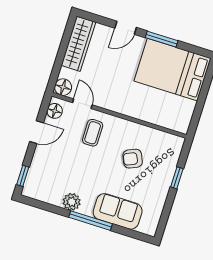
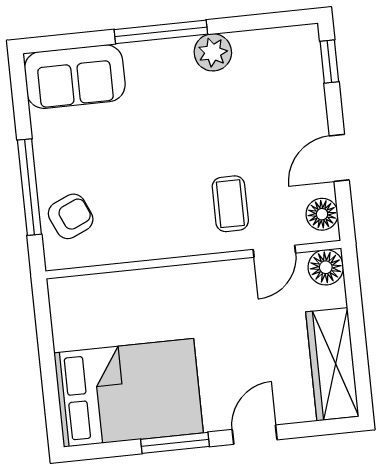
door: (82, 104) -> (274, 251), hinge flipped
armchair: (133, 159) -> (71, 216), moved
window: (177, 178) -> (29, 187), width x2.17
sofa: (118, 211) -> (75, 77), moved

